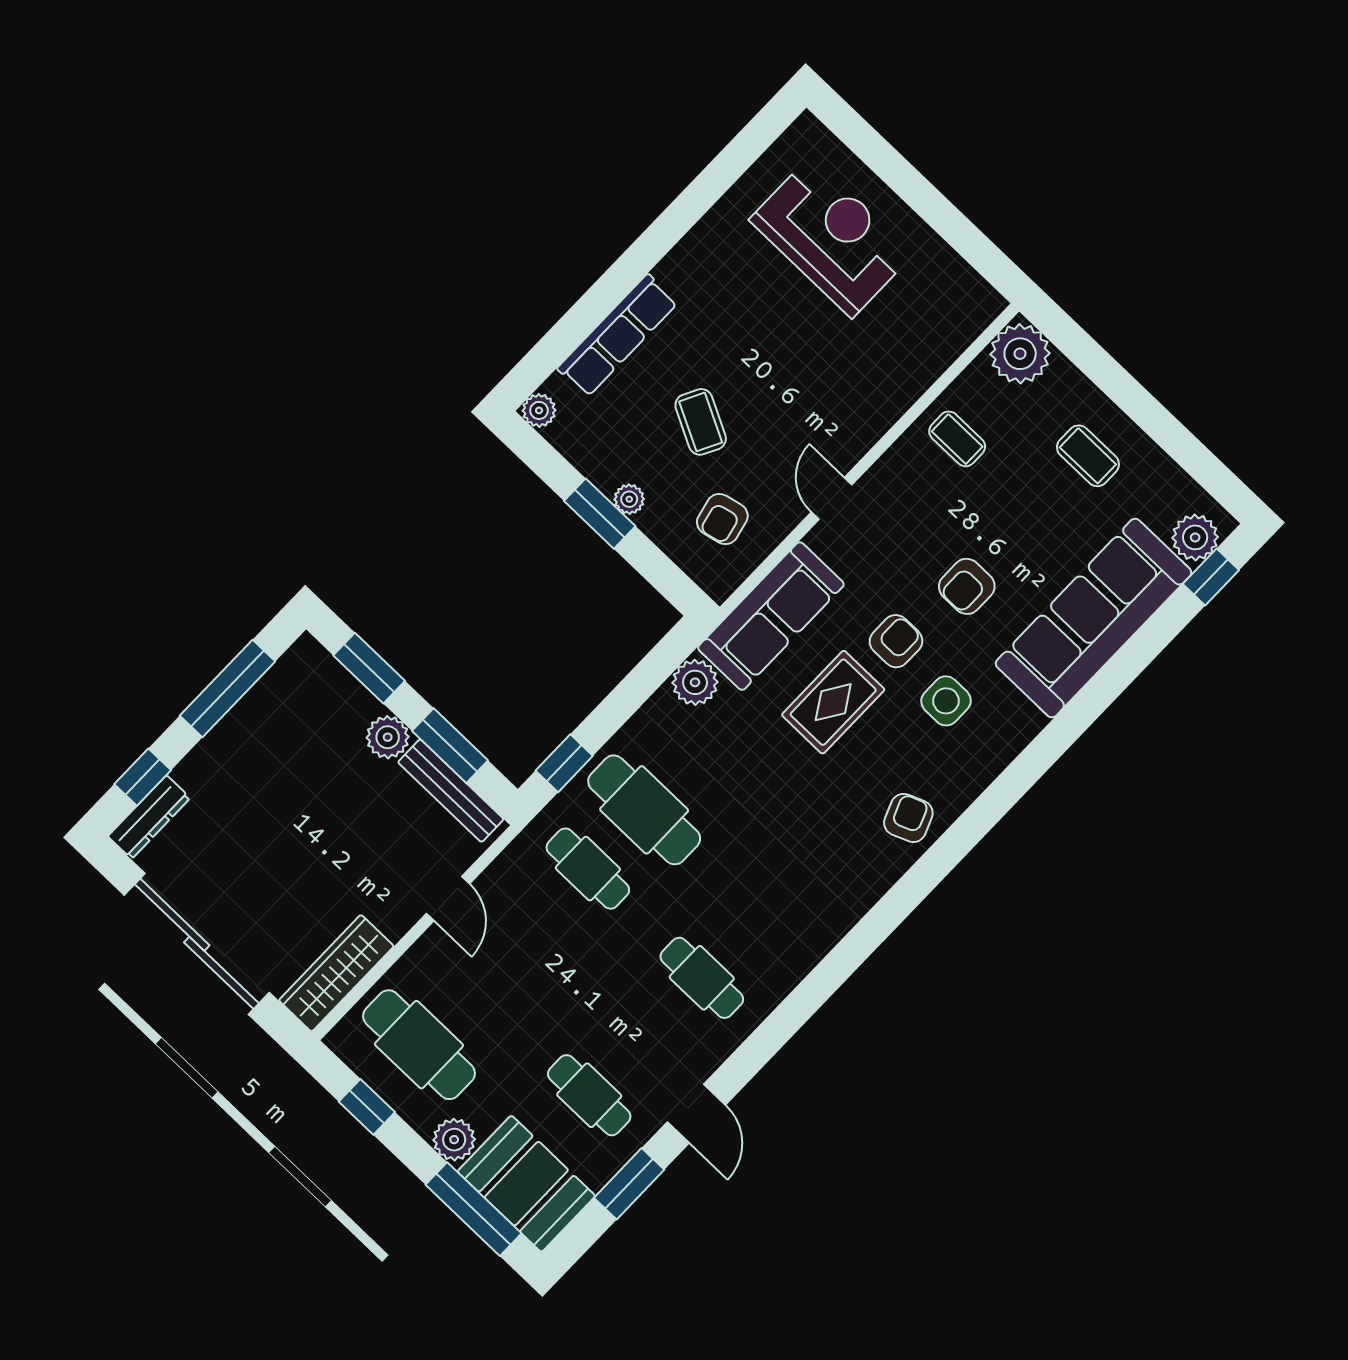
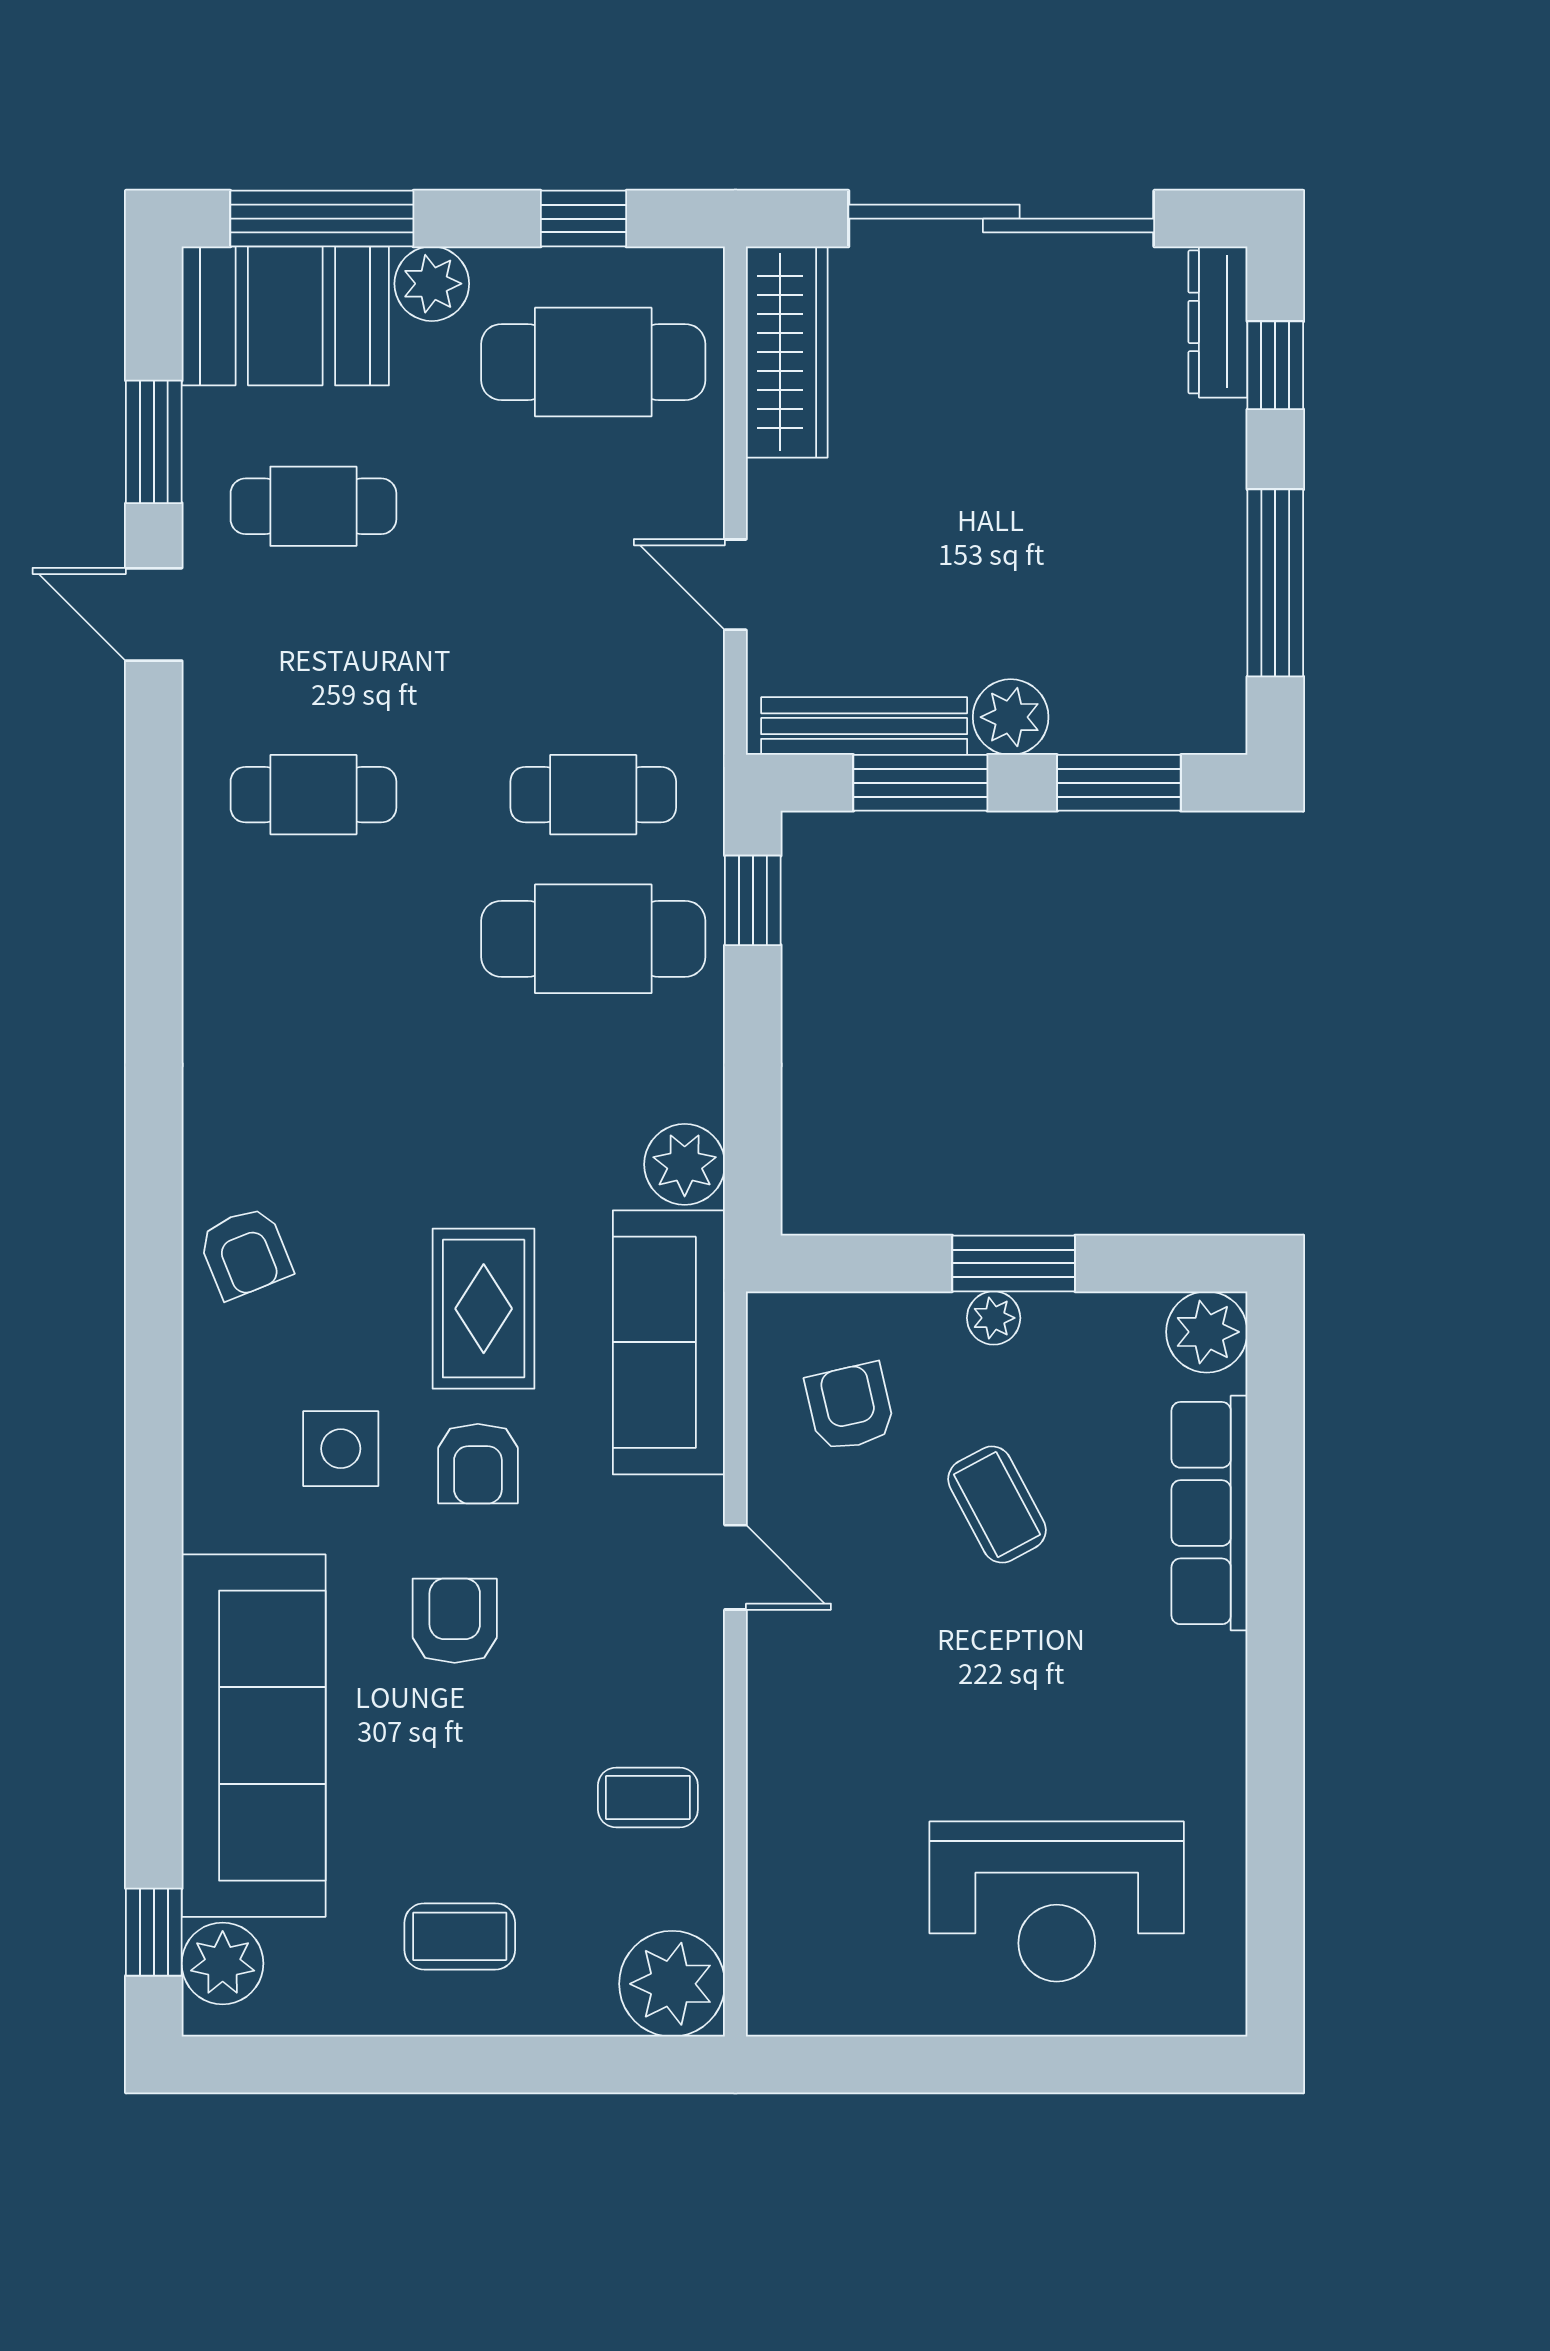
plant: (539, 410) -> (1207, 1332), width x1.38, depth x1.38
coffee table: (701, 422) -> (997, 1505), turned 35

